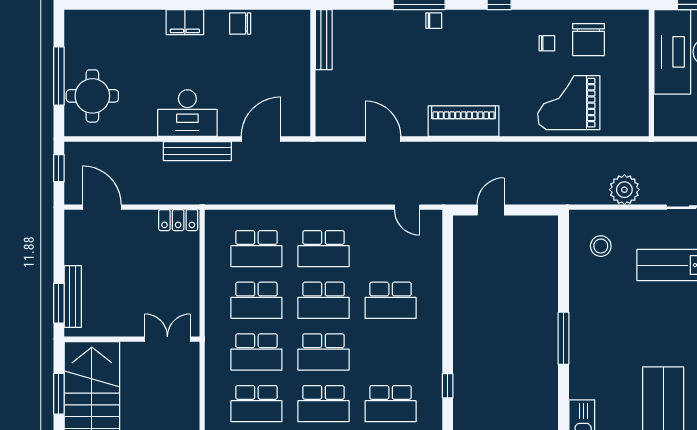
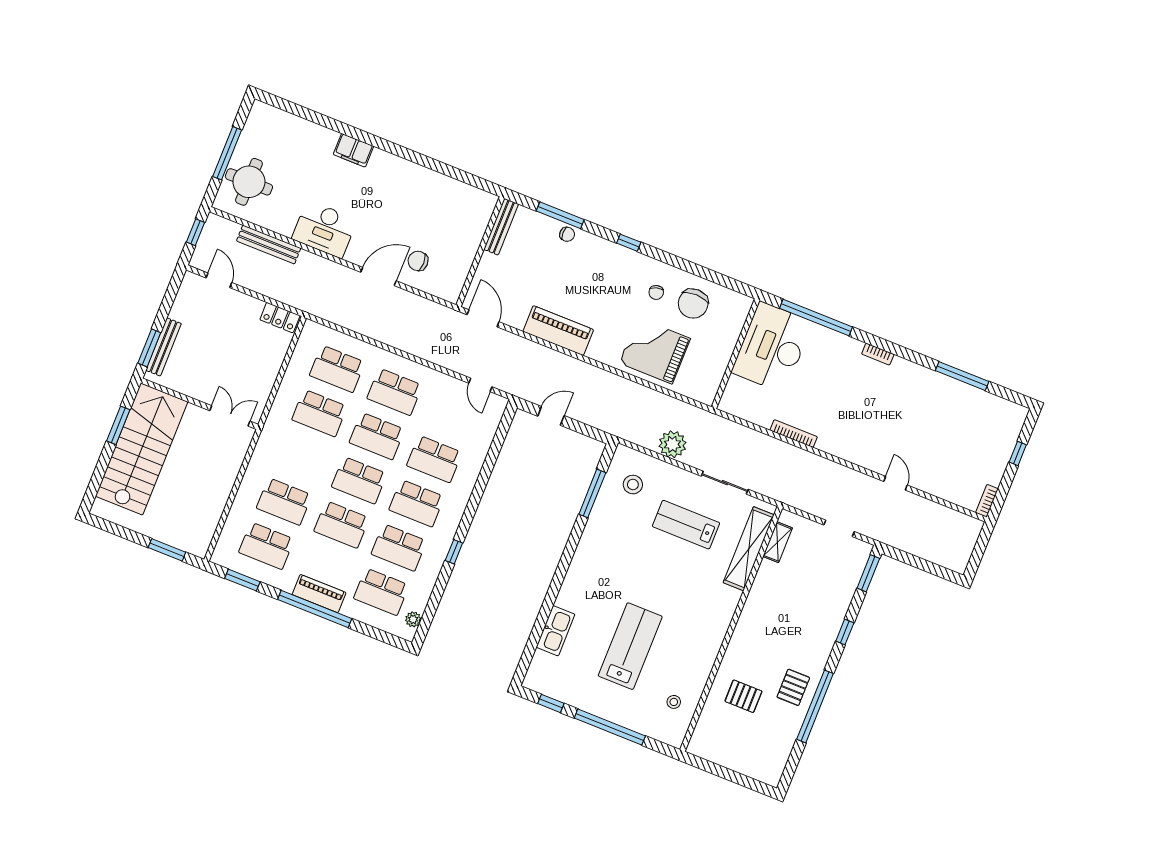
chair: (240, 24) -> (418, 261), moved
bench: (324, 40) -> (501, 227), moved
chair: (547, 43) -> (656, 292), turned 74
wall: (313, 73) -> (480, 252), moved
bench: (197, 151) -> (269, 245), moved
door: (102, 207) -> (219, 280), width x0.73
window: (563, 338) -> (592, 493), moved
school desk: (256, 352) -> (417, 503), moved

